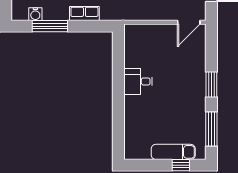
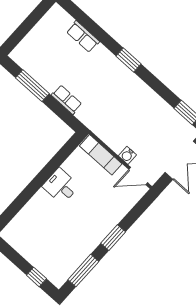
water cooler: (35, 14) -> (127, 155), moved
exam couch: (173, 152) -> (101, 155), moved, turned 180

